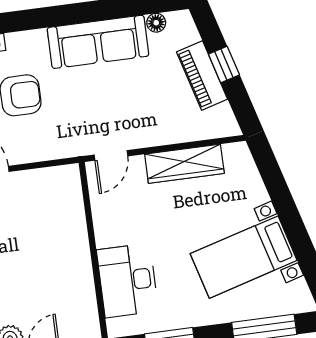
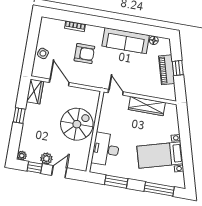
door: (111, 155) -> (116, 92), swing flipped
spiral stairs: (51, 247) -> (77, 124), added

